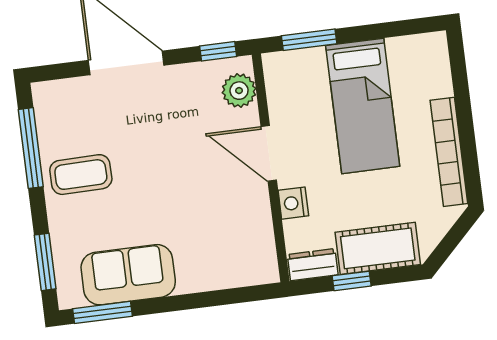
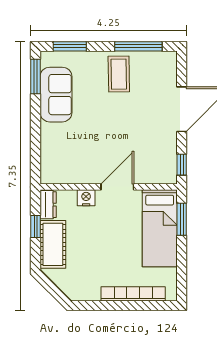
plant: (239, 91) -> (157, 174), removed
bed: (363, 106) -> (160, 228), moved, turned -90
bookcase: (449, 152) -> (133, 294), moved

